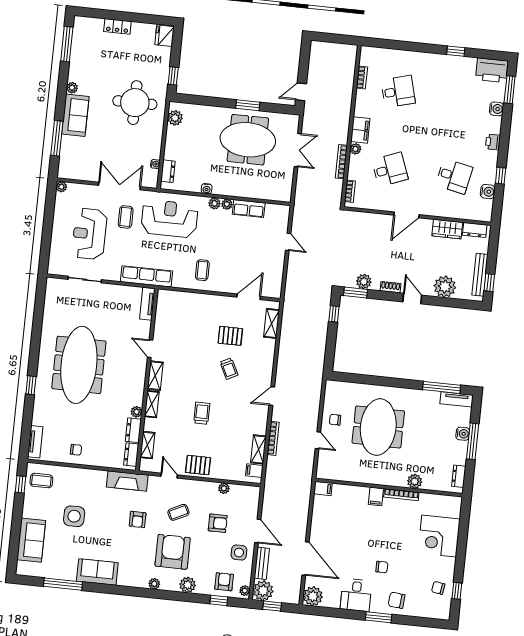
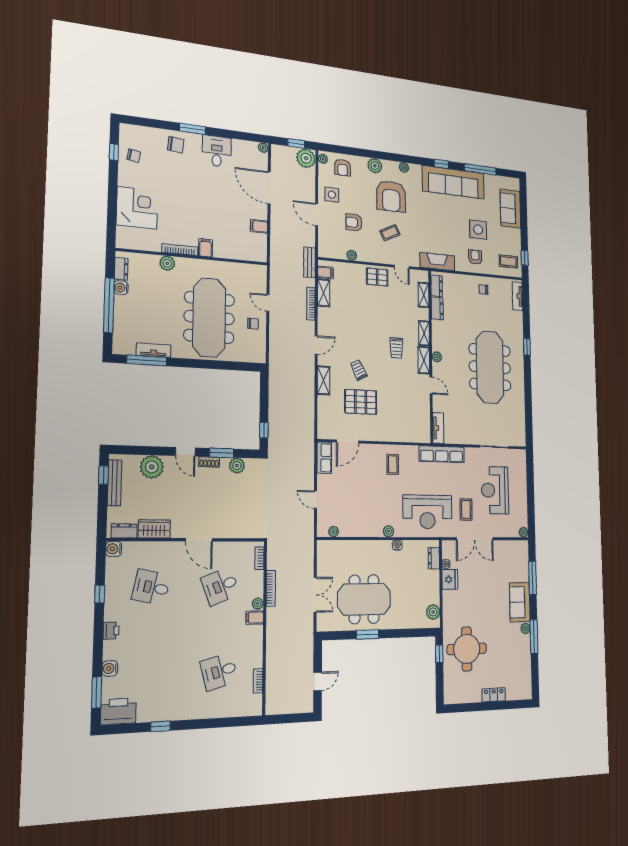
fridge: (164, 36) -> (450, 579), moved
window: (67, 44) -> (534, 637), moved
door: (301, 92) -> (318, 681), moved
round table: (135, 103) -> (467, 649), moved
filing cabinet: (360, 130) -> (255, 618), width x0.50
double door: (298, 150) -> (315, 595), swing flipped
water cooler: (488, 192) -> (114, 549), moved
plant: (227, 204) -> (334, 532), moved
row of seats: (249, 209) -> (324, 458), moved, turned 90
door: (406, 215) -> (199, 540), swing flipped
reception desk: (90, 234) -> (495, 490), turned 180
window: (356, 293) -> (222, 453), moved
shelving: (272, 323) -> (324, 380), moved
pallet: (230, 336) -> (361, 402), width x1.50, depth x1.42
tv unit: (457, 399) -> (153, 350), moved
plant: (136, 412) -> (437, 357), moved
trolley: (202, 413) -> (396, 348), moved
meeting table: (378, 427) -> (209, 318), width x1.36
water cooler: (463, 434) -> (121, 288), moved
window: (473, 441) -> (109, 305), width x1.46
filing cabinet: (323, 488) -> (259, 226), moved
armchair: (138, 519) -> (475, 257), moved
bench: (262, 563) -> (309, 262), moved
chair: (382, 567) -> (194, 178), removed
sofa: (97, 572) -> (453, 182), width x1.85, depth x1.27
plant: (313, 596) -> (263, 148), width x0.53, depth x0.53
window: (219, 600) -> (441, 164), moved

